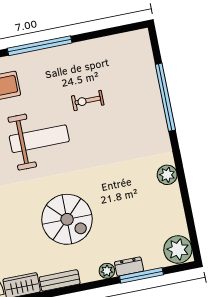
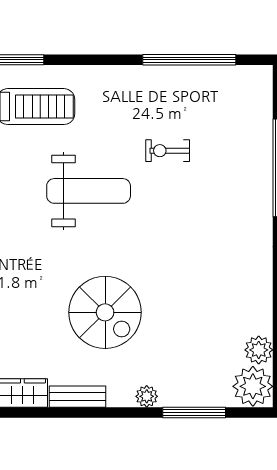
window: (40, 46) -> (189, 60), moved
plant: (167, 175) -> (259, 350), moved
dresser: (129, 267) -> (179, 396), removed

